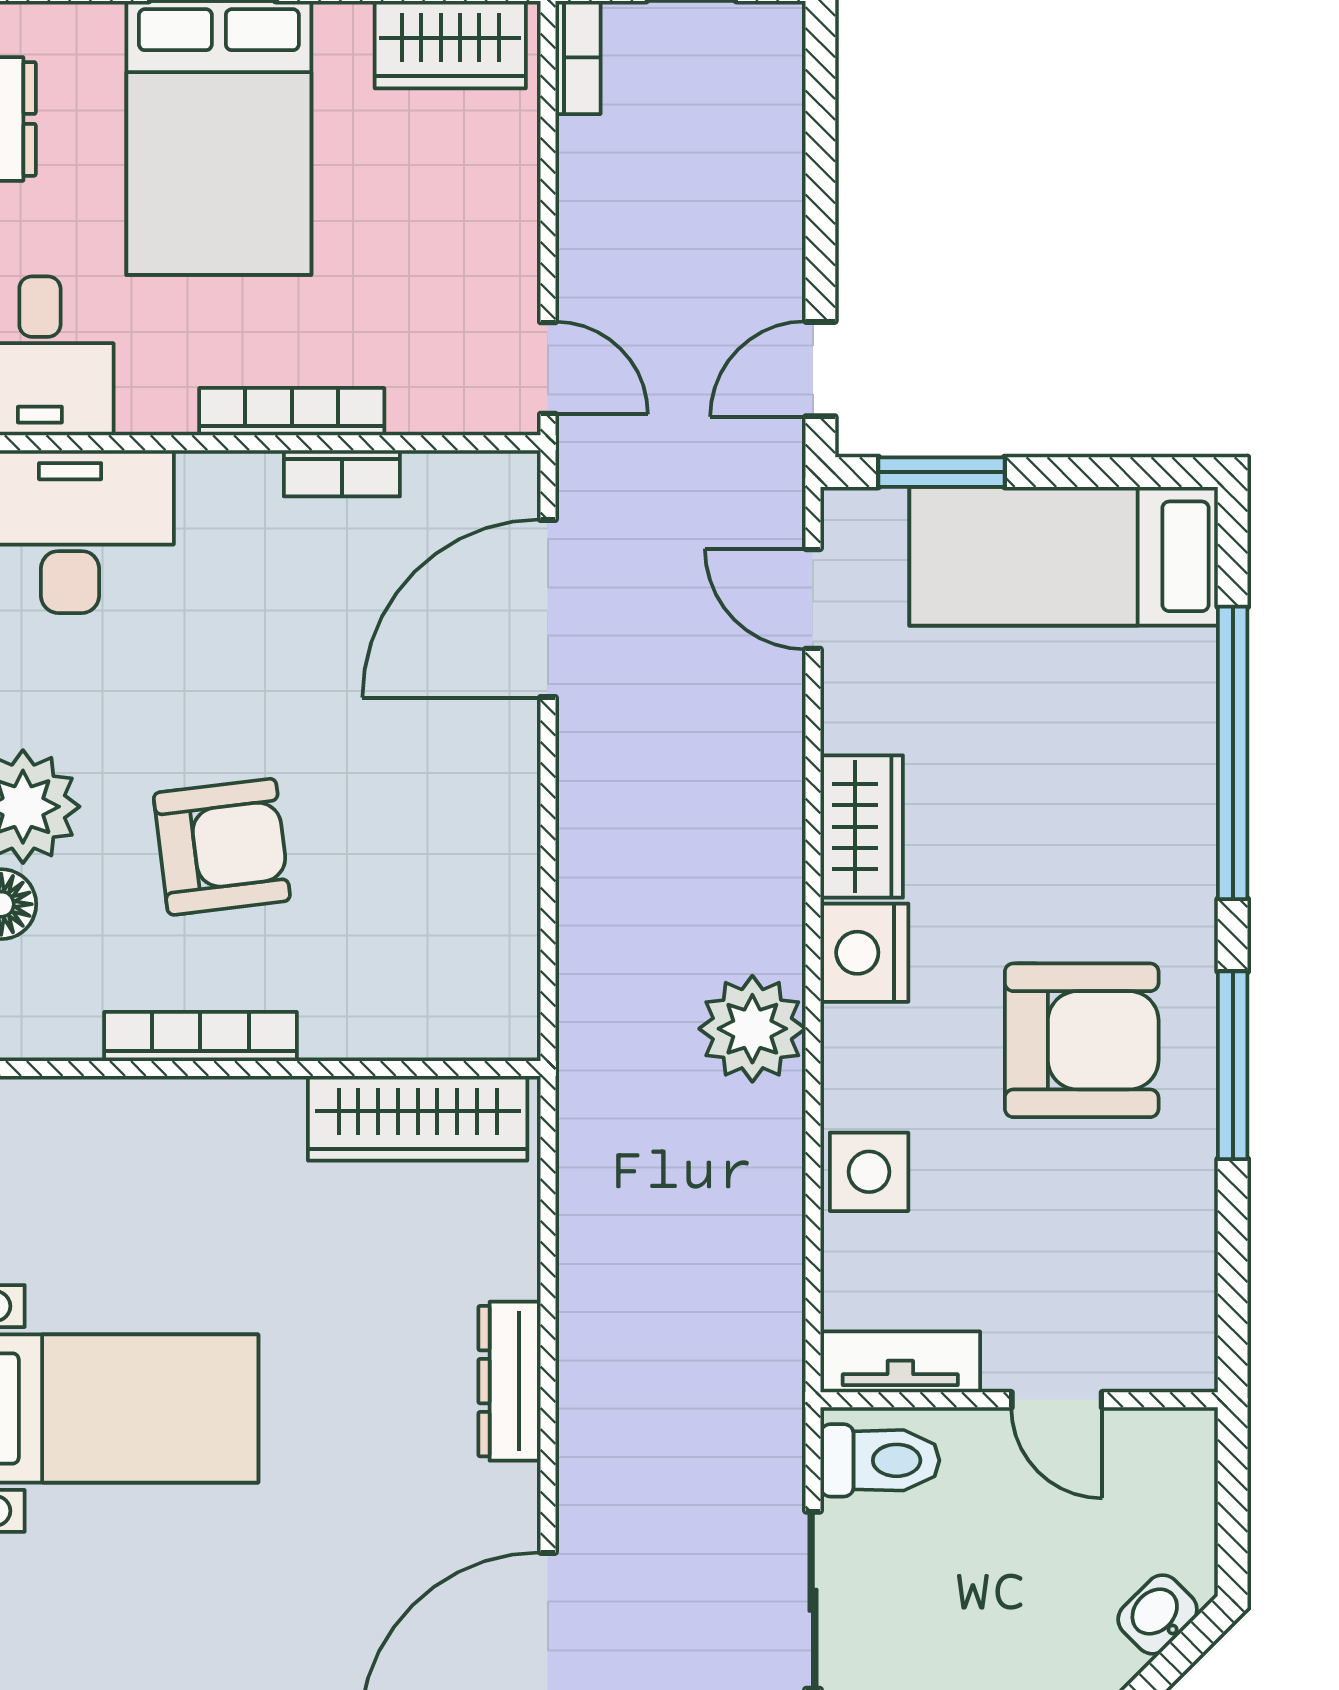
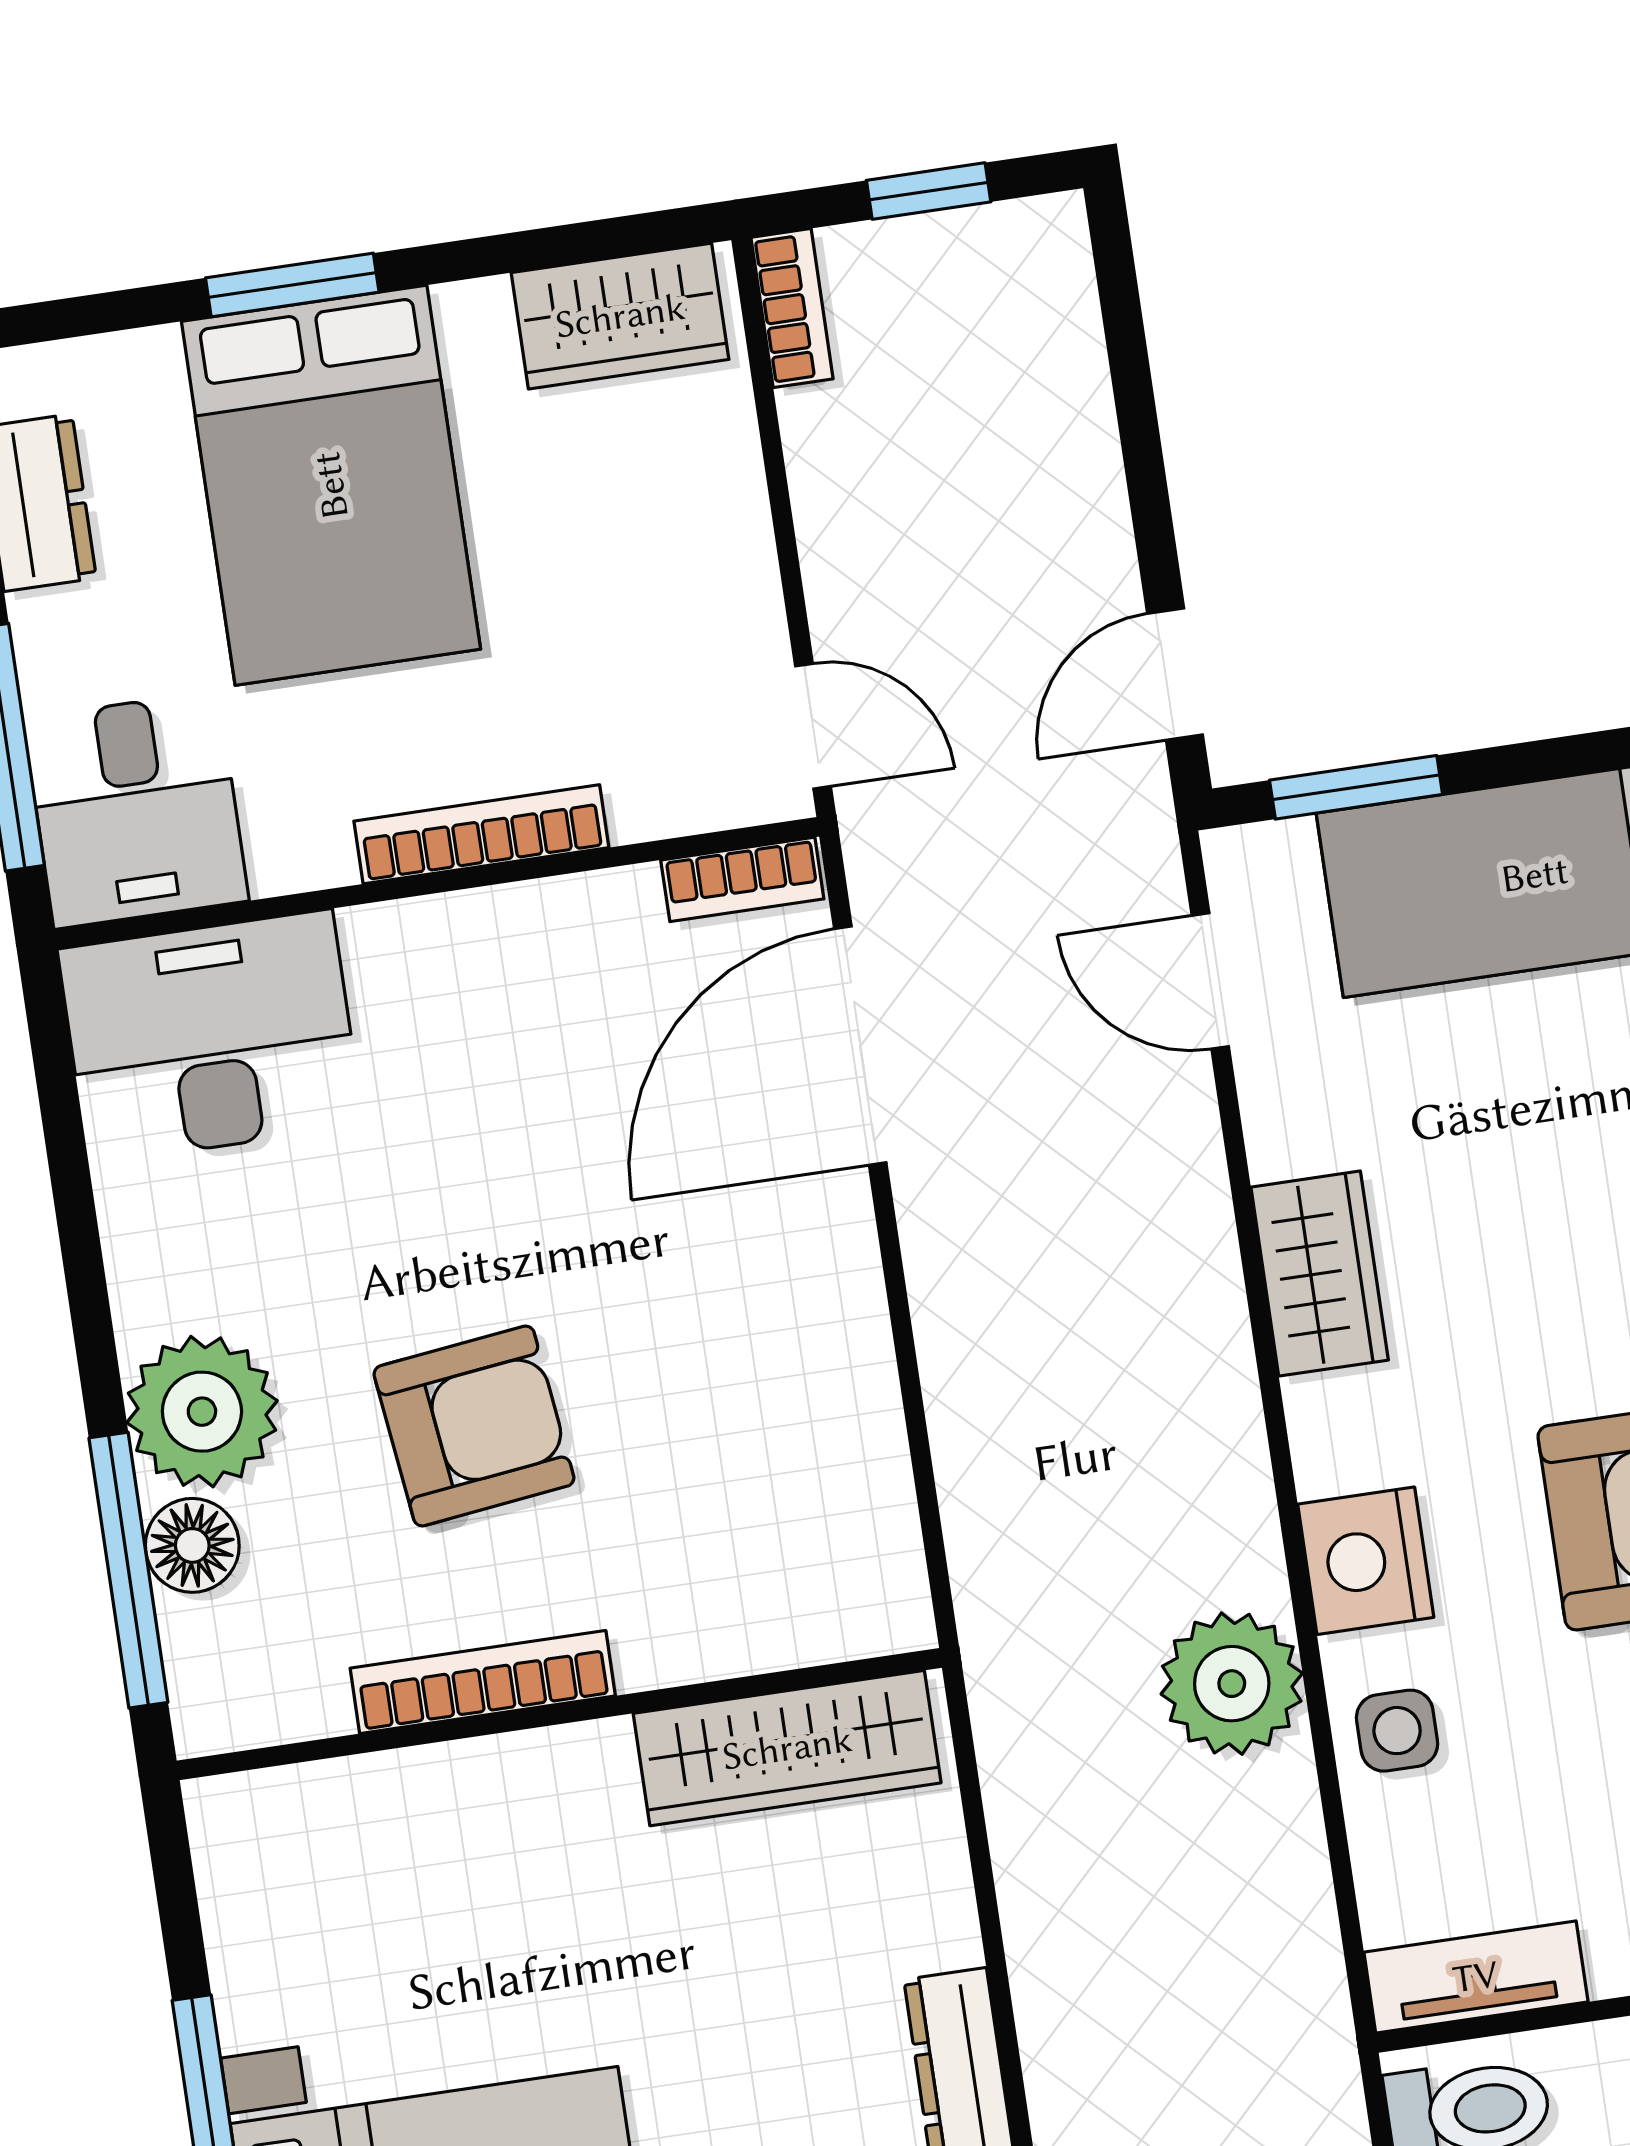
bookcase: (342, 473) -> (742, 879), moved
nightstand: (864, 953) -> (1366, 1561), moved
plant: (752, 1029) -> (1232, 1684), moved
side table: (869, 1172) -> (1397, 1731), width x0.73, depth x0.73

